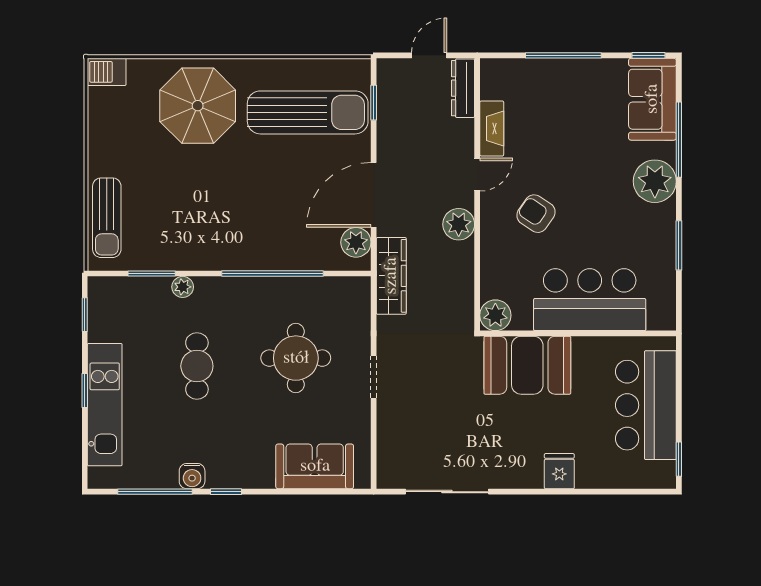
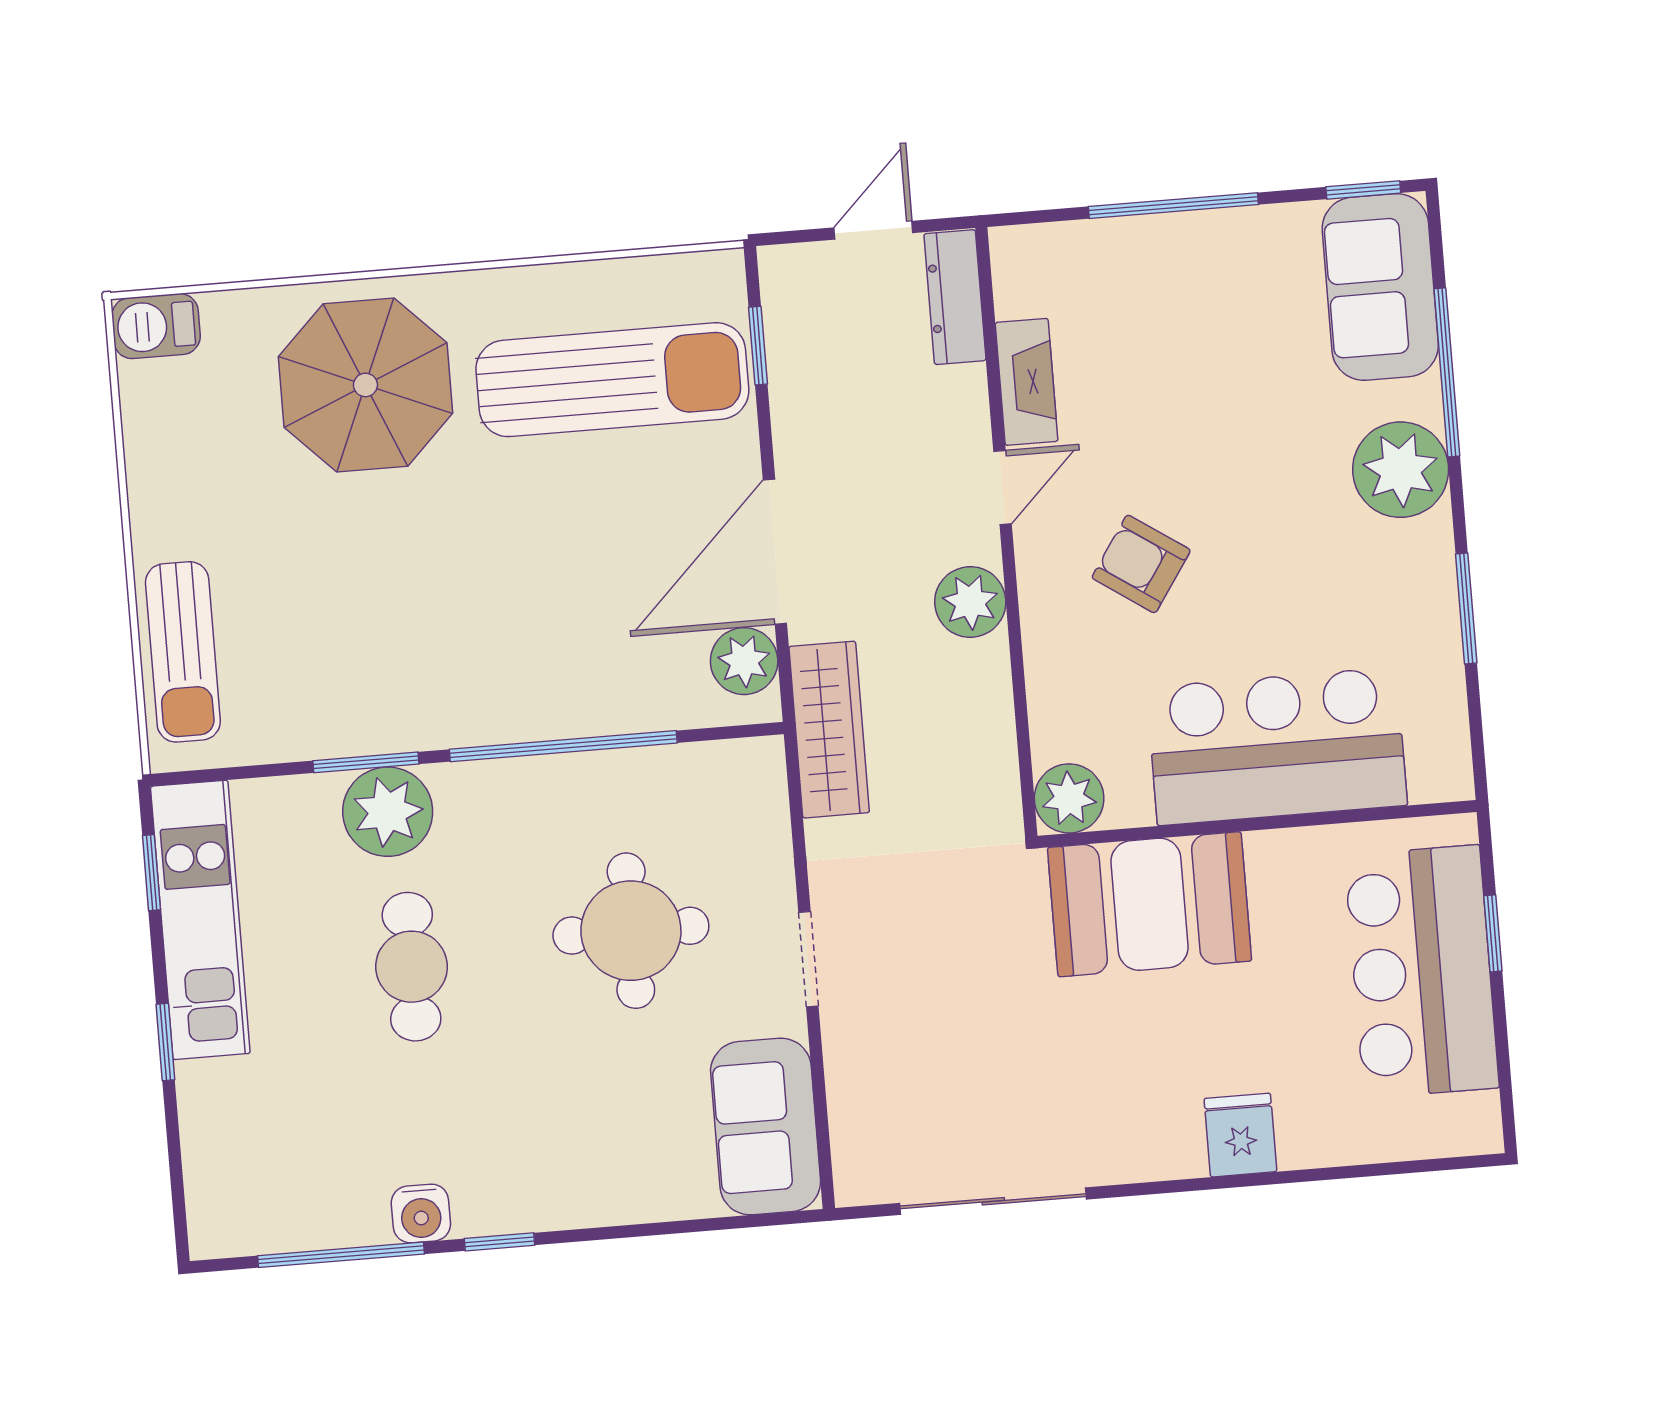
window: (152, 274) -> (366, 762), moved
plant: (183, 287) -> (388, 812), width x1.88, depth x1.88
kitchen unit: (105, 405) -> (200, 920), moved
window: (679, 459) -> (1493, 933), moved
sofa: (315, 466) -> (766, 1127), moved, turned -90

